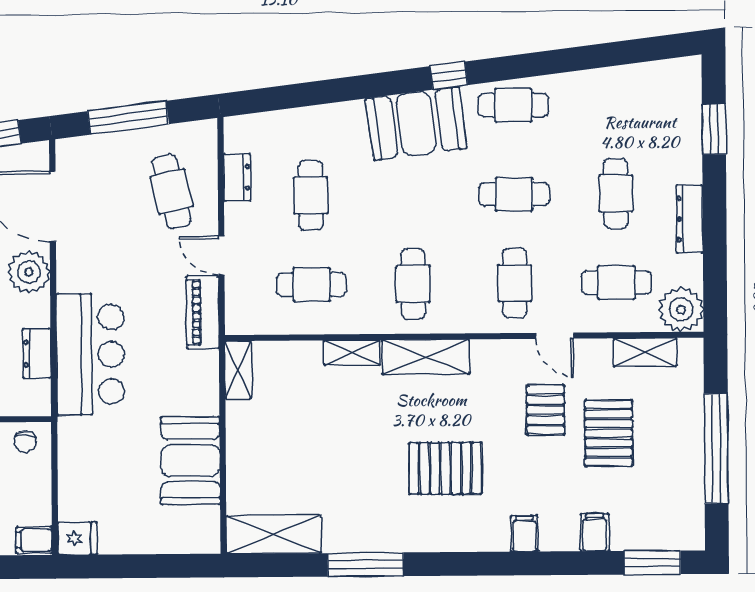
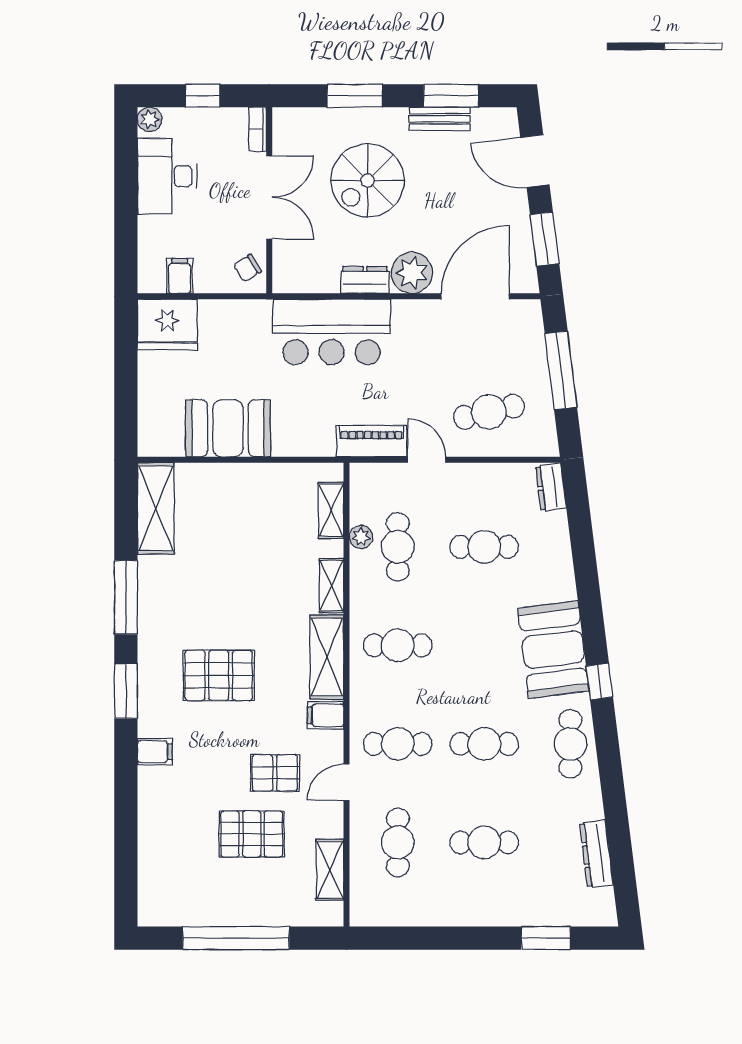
dresser: (237, 177) -> (551, 487), moved, turned 83
cafe table: (514, 194) -> (484, 744), turned 90
dresser: (689, 219) -> (596, 854), moved, turned -97
door: (221, 255) -> (427, 460), hinge flipped
plant: (681, 309) -> (361, 537), moved, width x0.53, depth x0.53
dresser: (37, 353) -> (365, 280), moved
shelving: (238, 370) -> (331, 510), moved, turned 90
chair: (25, 442) -> (247, 268), turned -32
pallet: (445, 468) -> (219, 675), turned 90
filing cabinet: (595, 532) -> (325, 715), moved, turned 180
fridge: (77, 538) -> (167, 325), width x1.88, depth x1.34
filing cabinet: (34, 540) -> (180, 276), moved
window: (653, 563) -> (126, 691), moved

